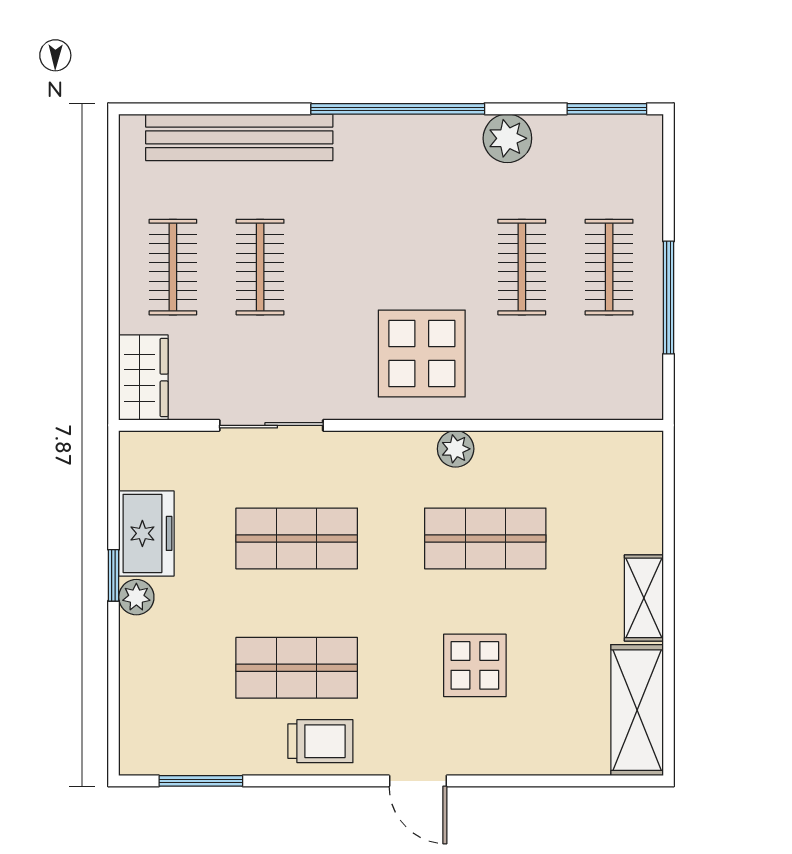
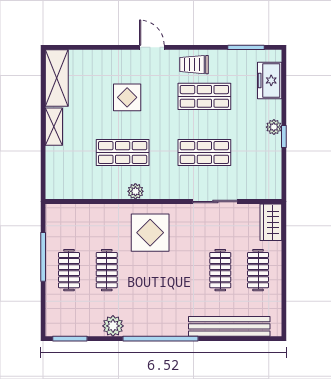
freezer: (146, 533) -> (270, 80), moved

